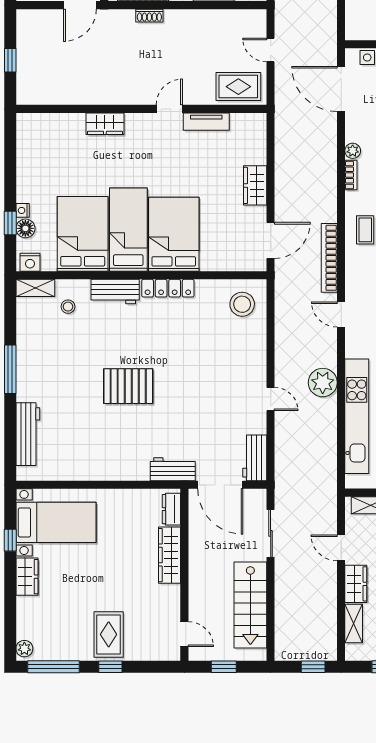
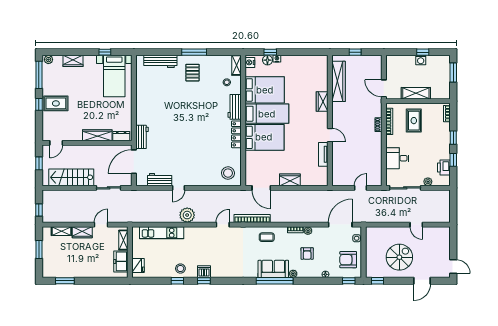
rug: (238, 87) -> (341, 171), removed
wardrobe: (66, 92) -> (338, 81), added
pallet: (128, 386) -> (192, 73), moved, width x0.67, depth x0.71
kitchen unit: (357, 416) -> (162, 233), width x0.73
workbench: (255, 458) -> (160, 180), moved
wardrobe: (27, 577) -> (73, 61), moved

